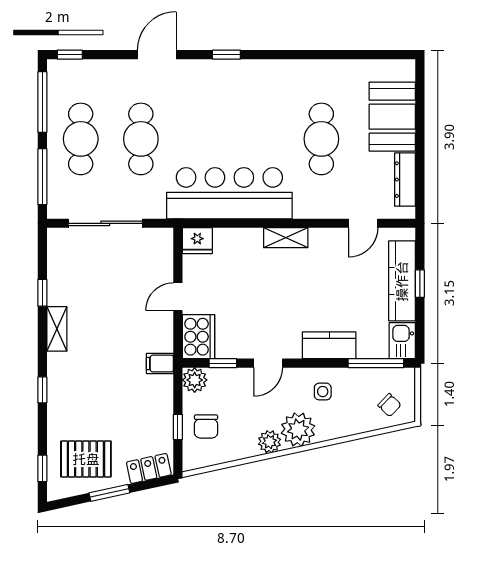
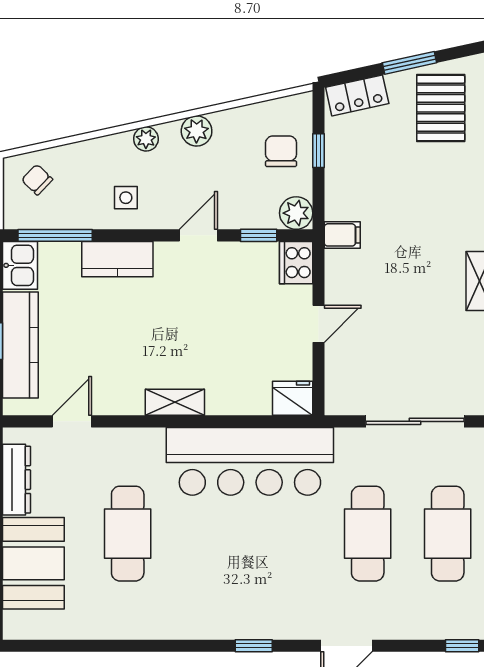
cooker: (199, 337) -> (296, 263), width x0.73, depth x0.76
plant: (298, 430) -> (146, 139), width x0.53, depth x0.53
pallet: (86, 459) -> (441, 108), turned 90

